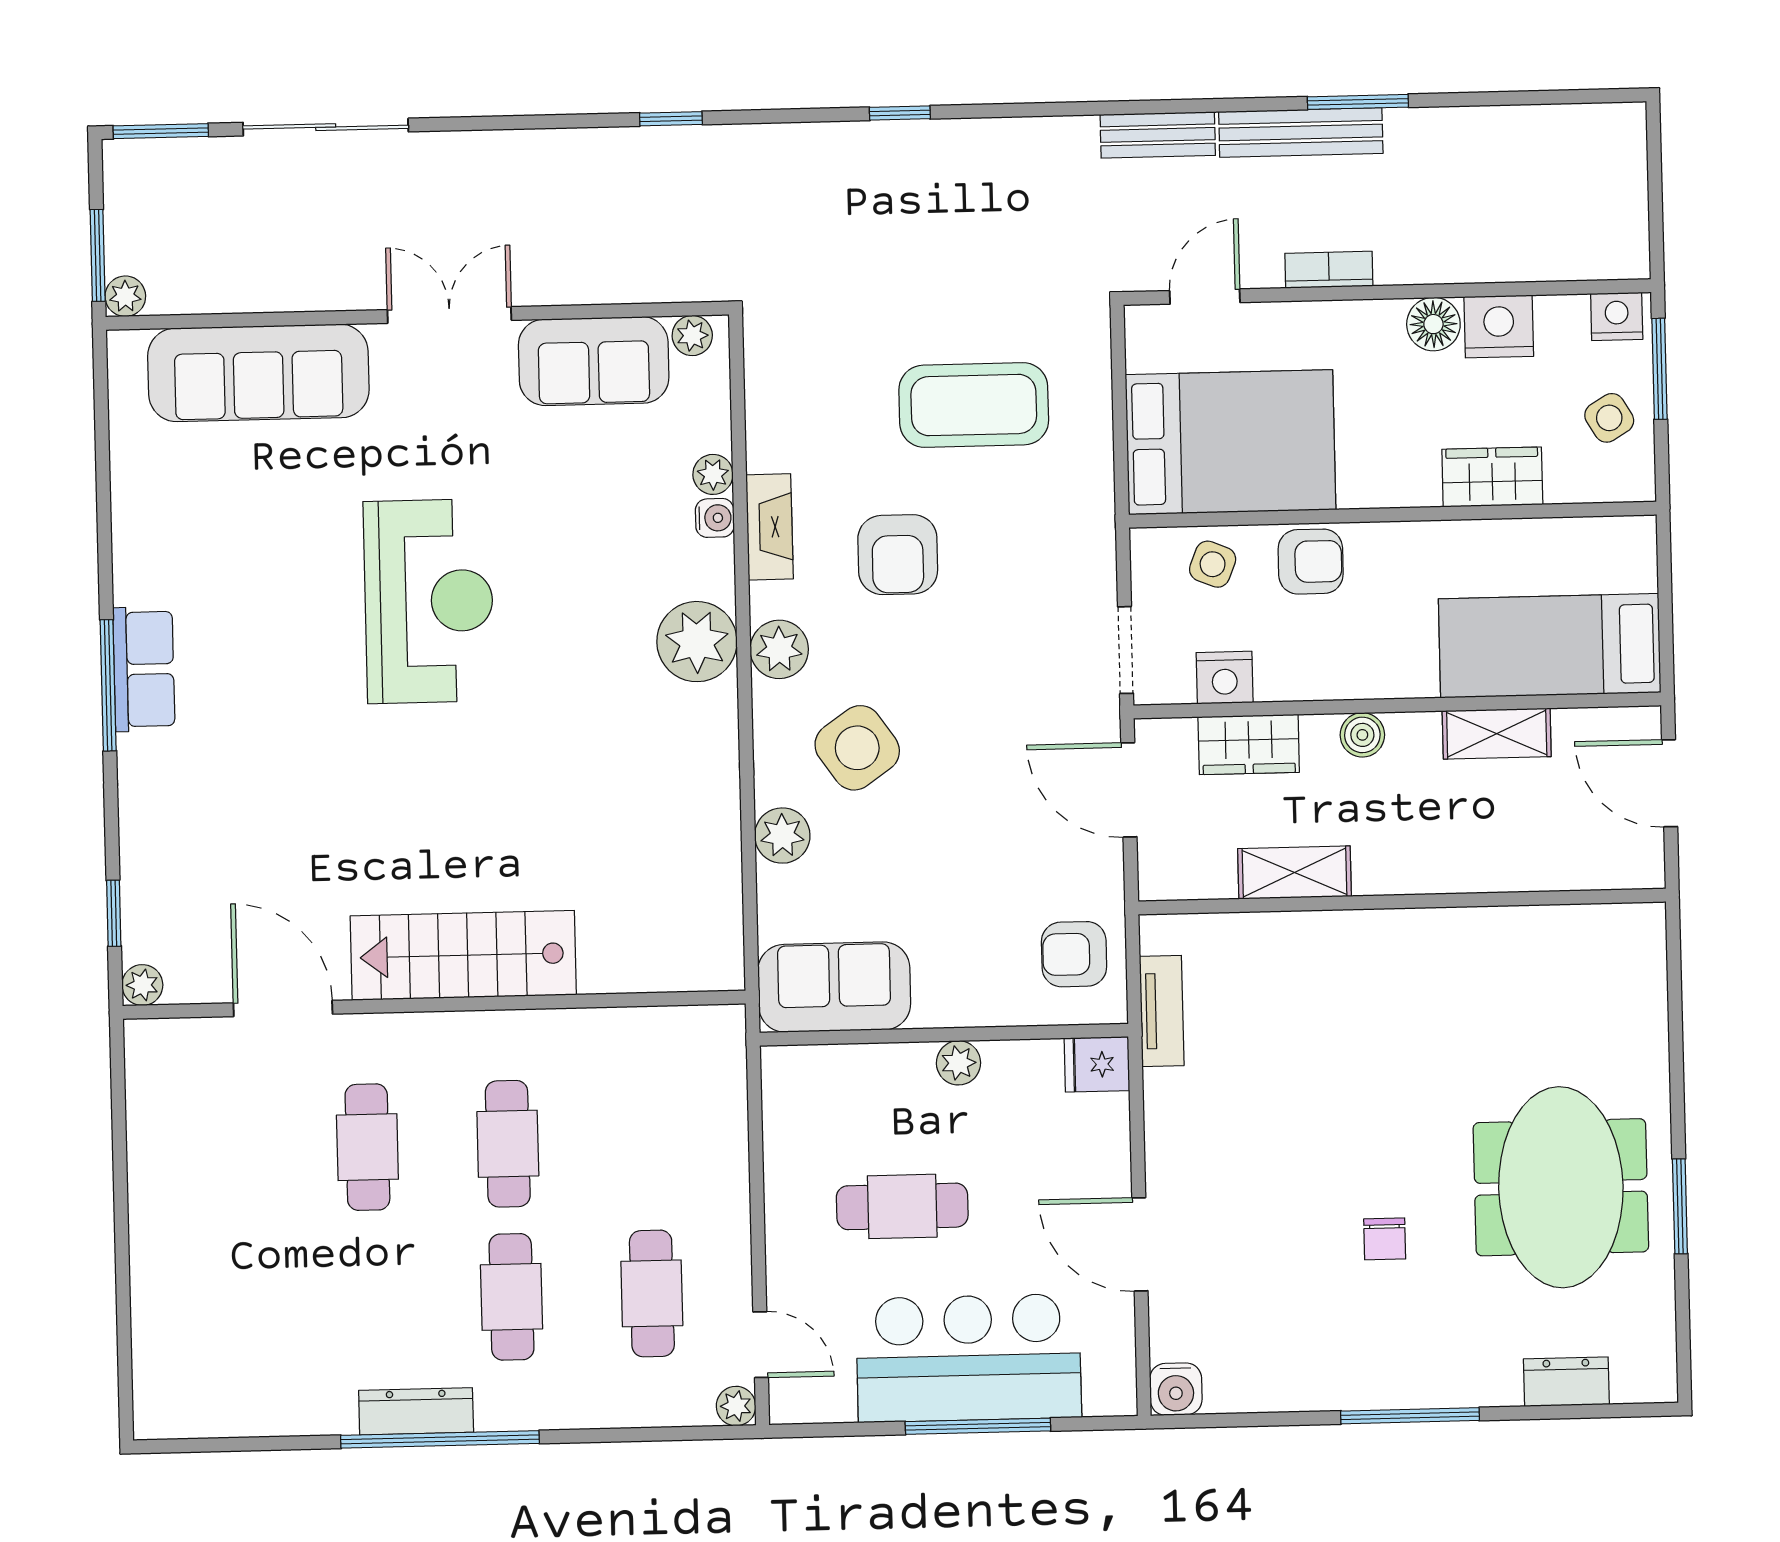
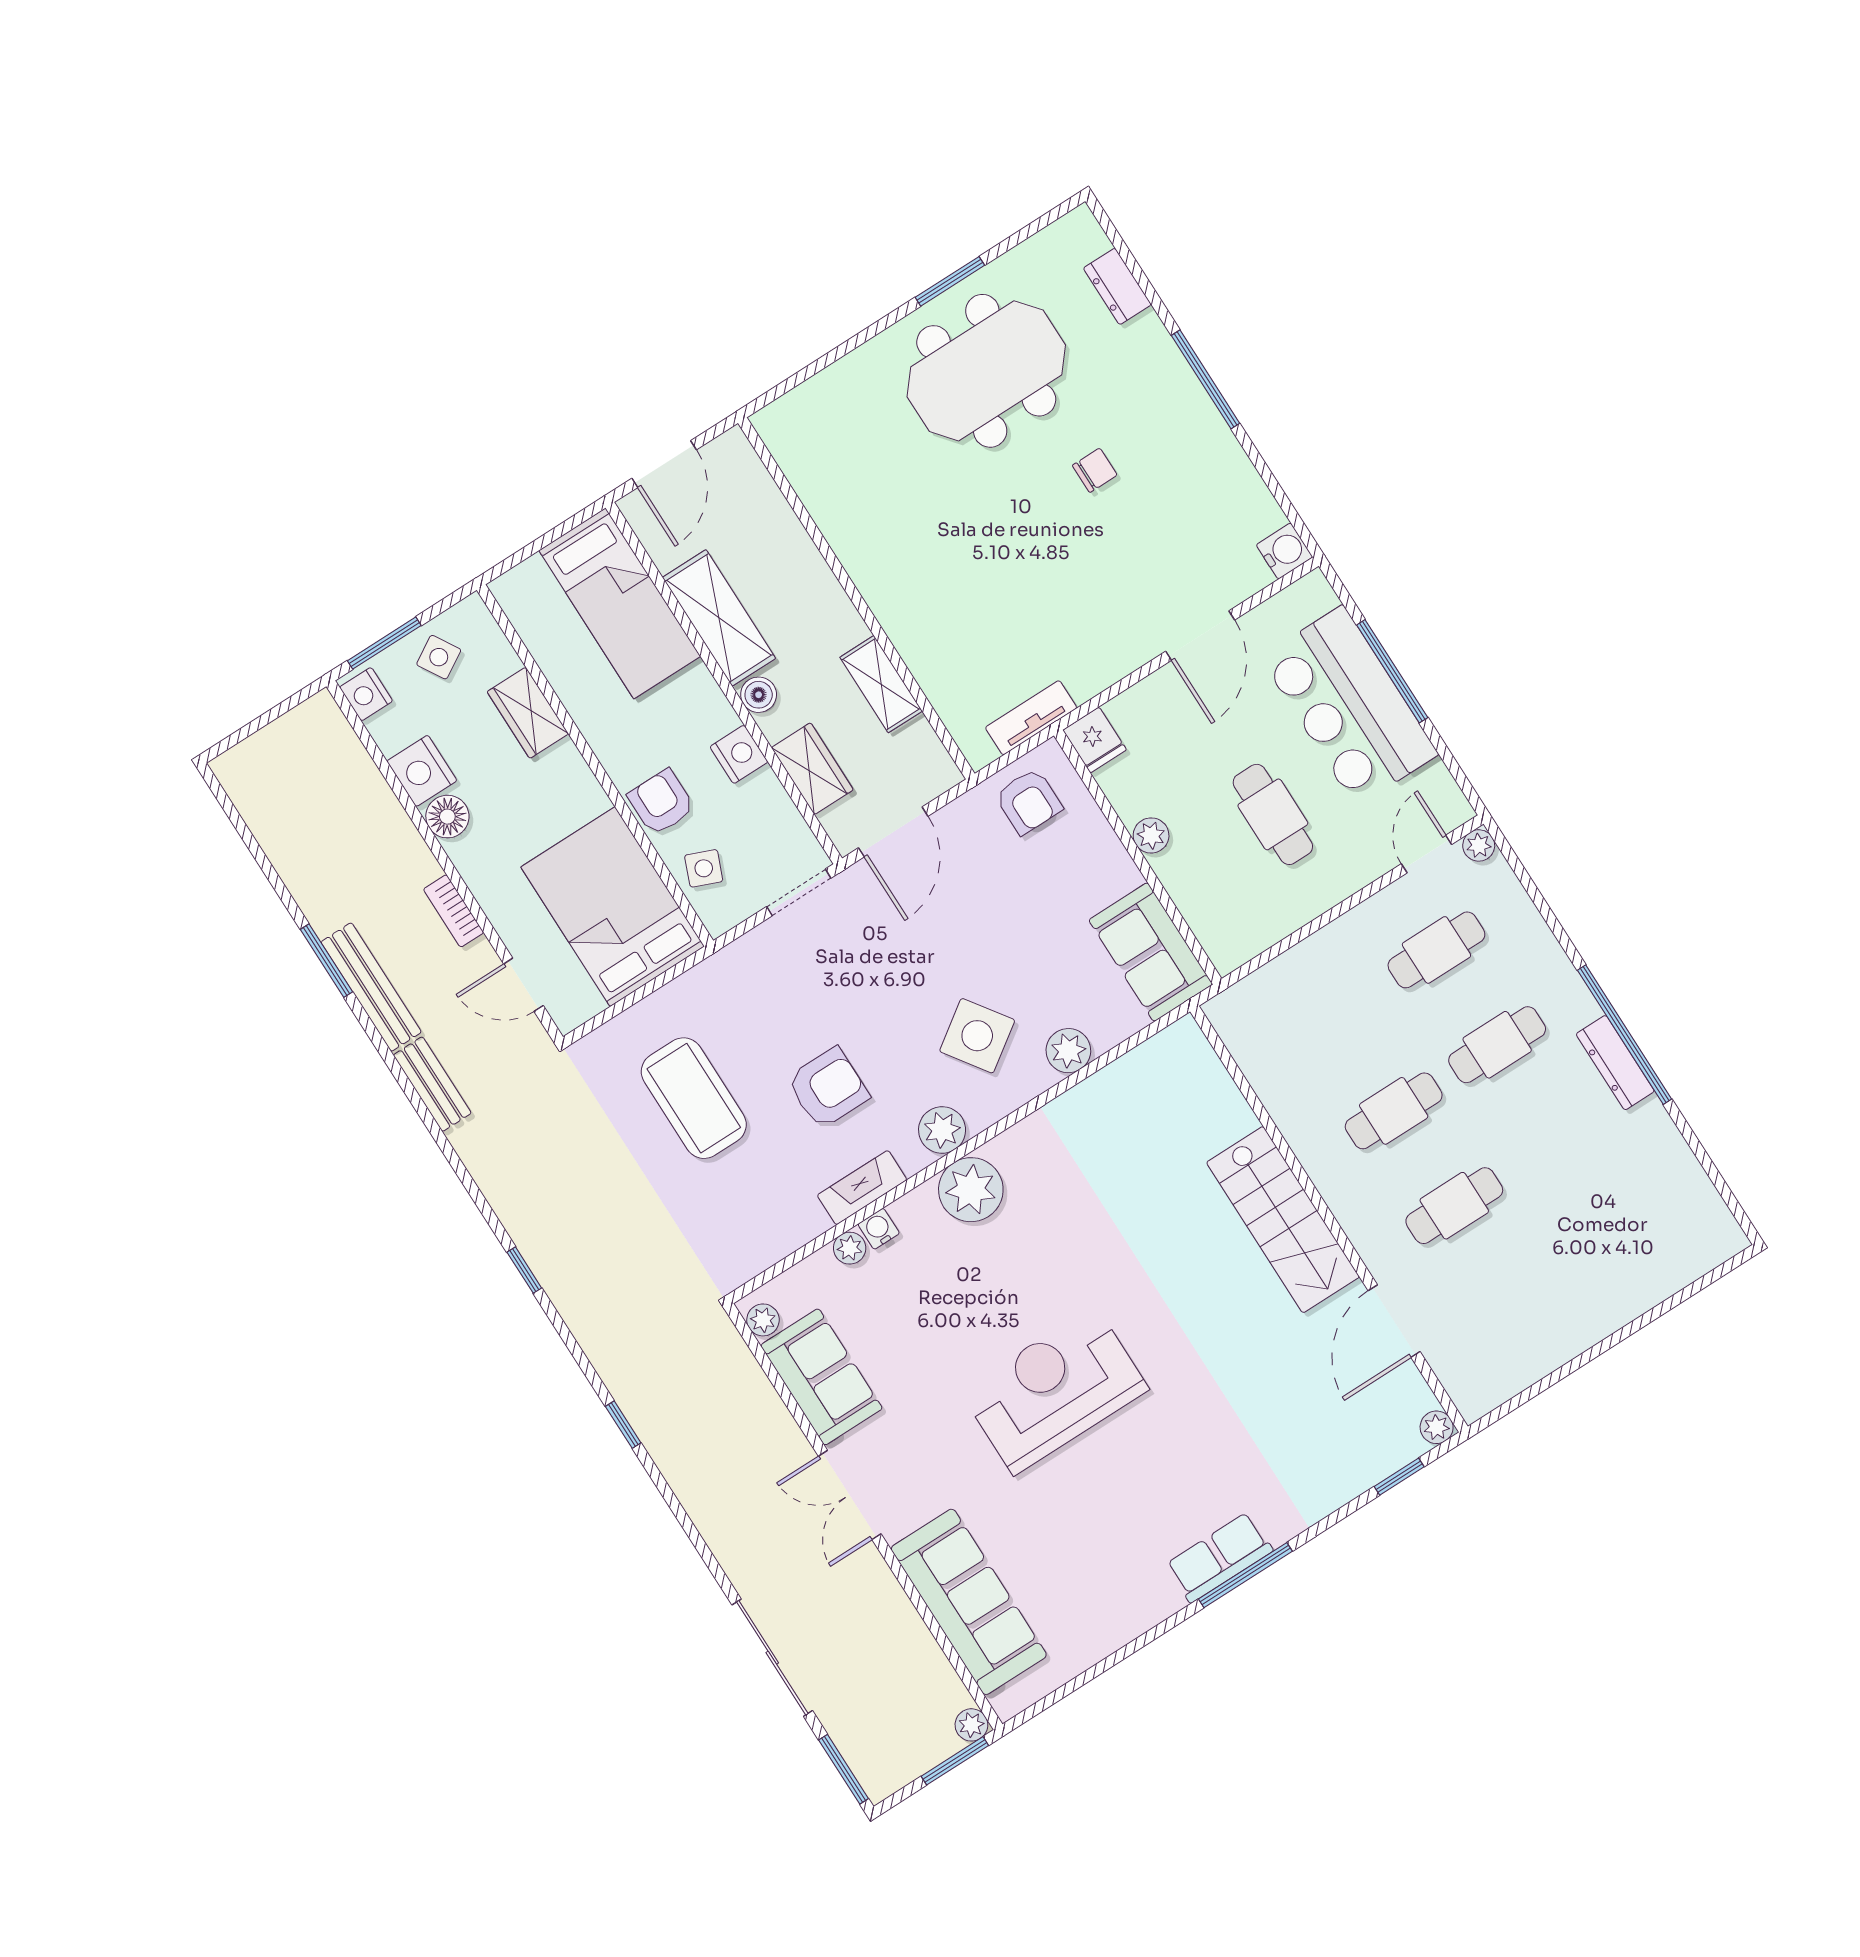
nightstand: (1225, 678) -> (739, 754), moved
shelving: (1497, 734) -> (719, 618), width x1.50, depth x1.33

